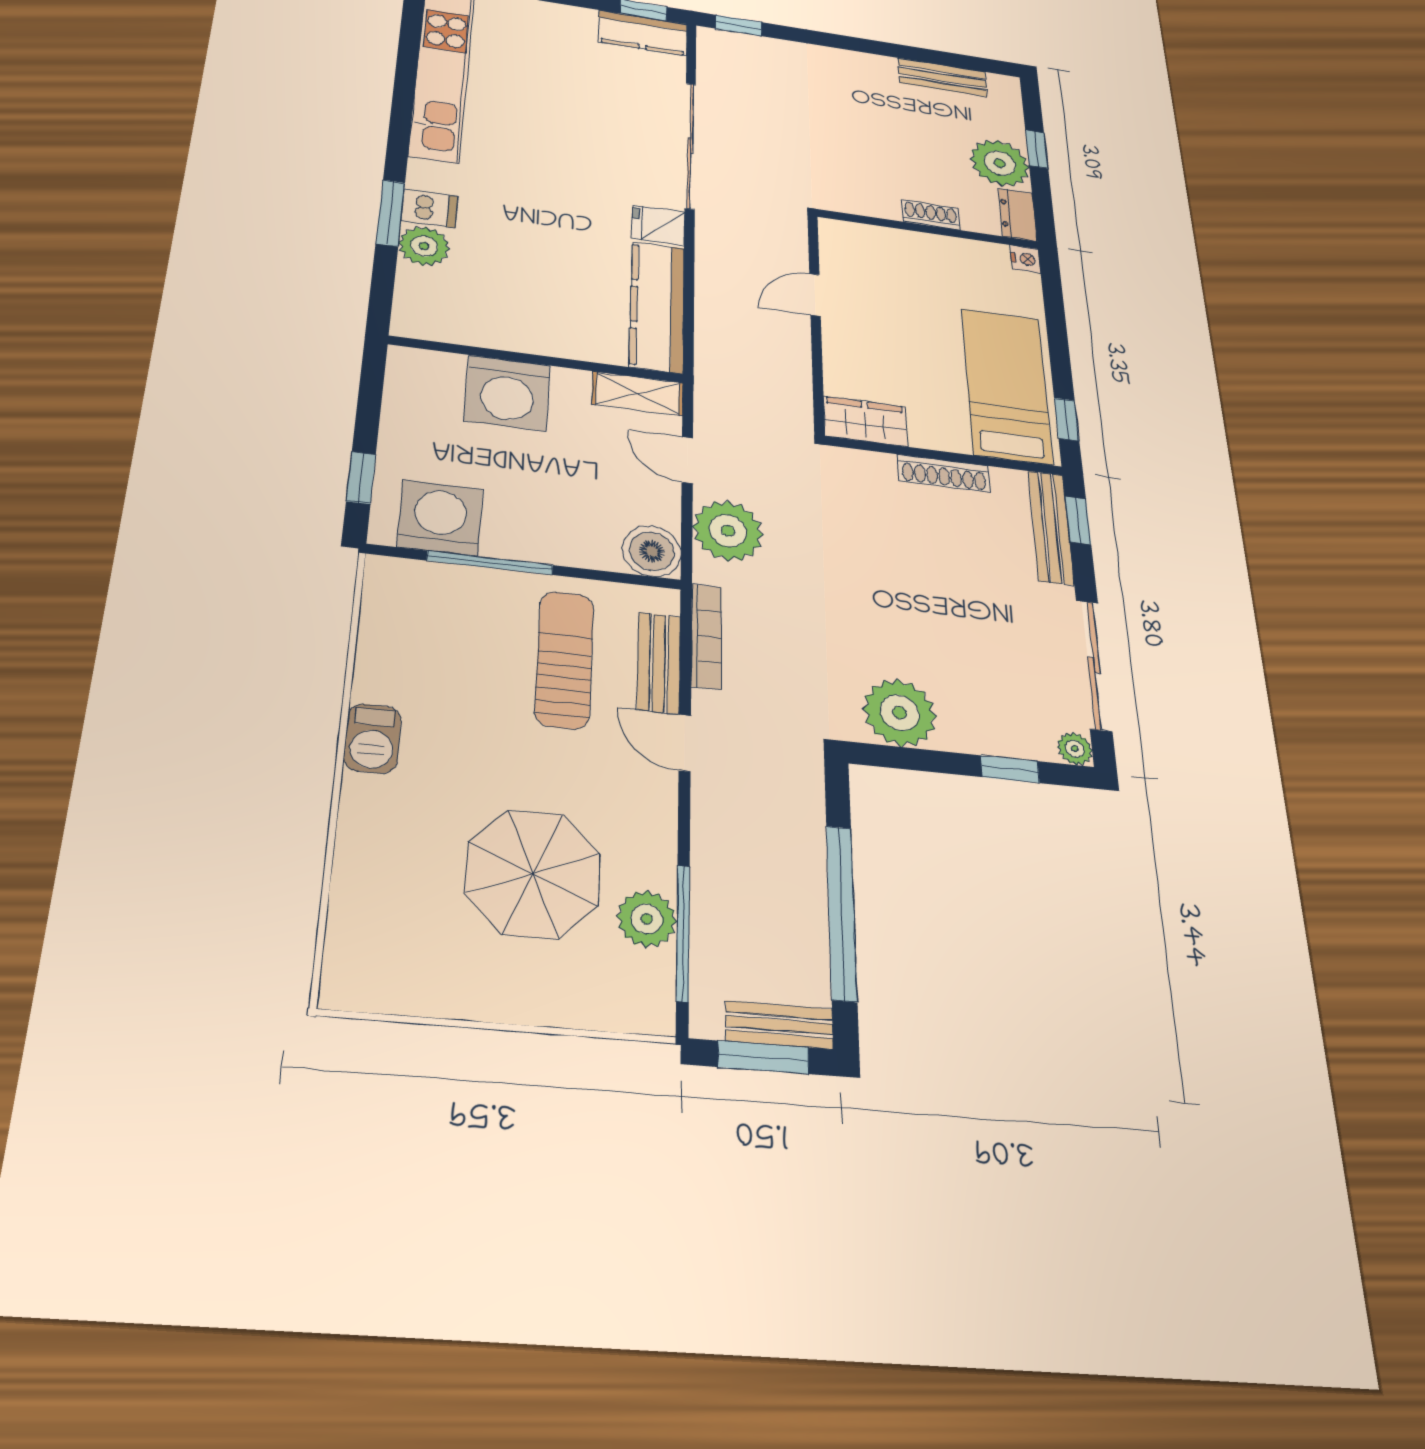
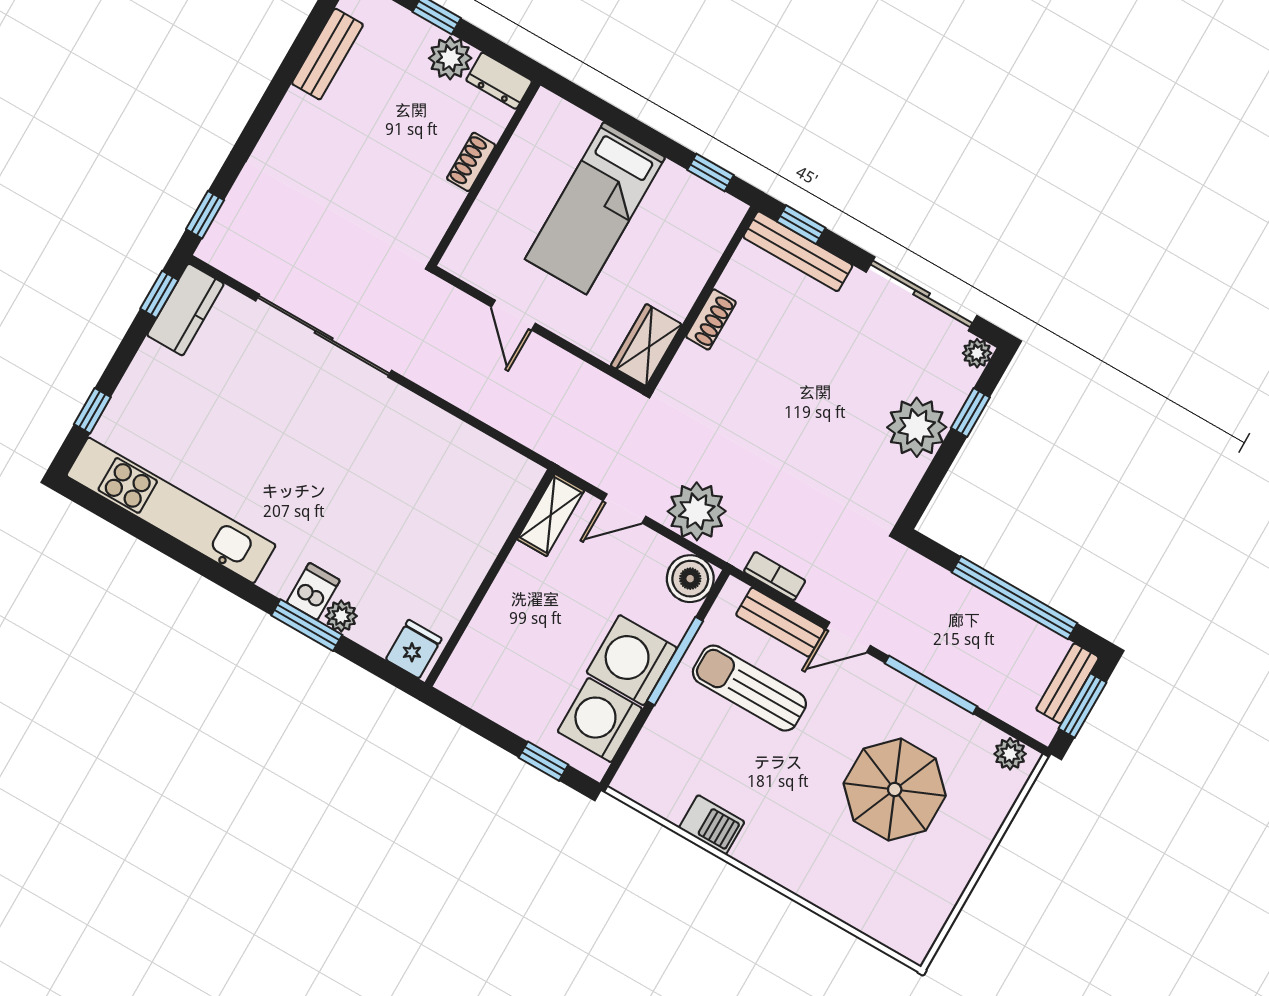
plant: (1000, 163) -> (450, 58), width x0.73, depth x0.73
fridge: (659, 225) -> (414, 649), moved, turned 180
plant: (424, 246) -> (341, 616), width x0.73, depth x0.73
nightstand: (1025, 259) -> (546, 104), removed
kitchen counter: (657, 307) -> (476, 455), removed
bed: (1007, 386) -> (595, 208), moved, turned -90
washing machine: (507, 393) -> (632, 660), moved, turned 180
shoe rack: (944, 473) -> (711, 319), width x0.70
window: (490, 563) -> (675, 661), moved
bookcase: (706, 636) -> (775, 576), width x0.64
plant: (900, 713) -> (917, 427), moved
barbecue: (372, 738) -> (712, 825), moved
plant: (647, 919) -> (1010, 754), moved, width x0.73, depth x0.73
window: (683, 933) -> (931, 685), moved

